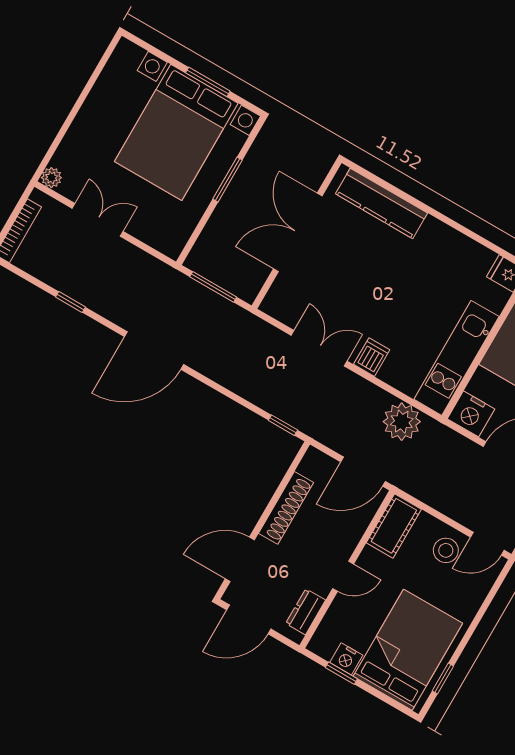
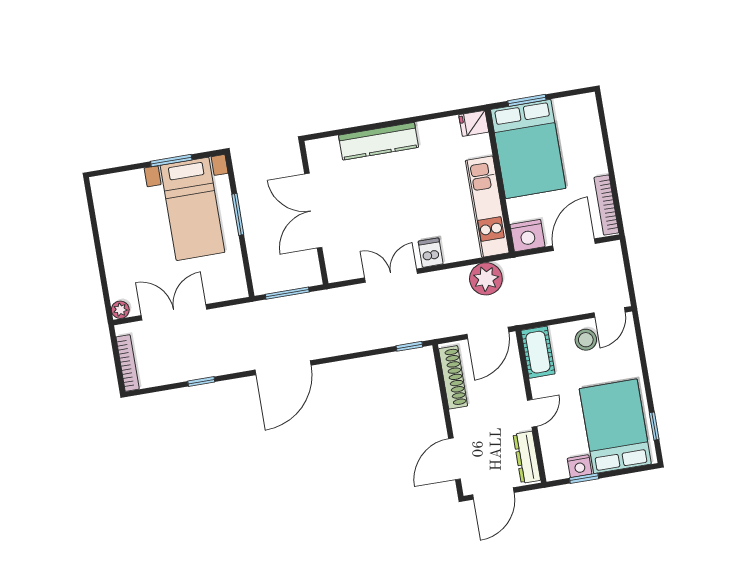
bed with nightstands: (176, 132) -> (193, 209), width x0.73
kitchen counter: (382, 203) -> (379, 141), moved
double door: (98, 220) -> (174, 312), width x1.37
shoe rack: (286, 508) -> (453, 377), moved
dresser: (306, 612) -> (527, 457), width x1.44

